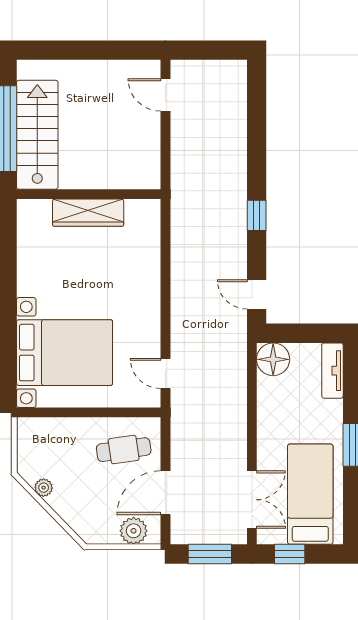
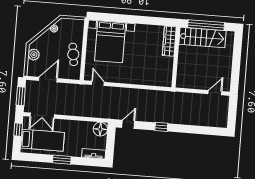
wardrobe: (88, 213) -> (169, 41), moved
door: (165, 373) -> (98, 83), hinge flipped
cafe table: (124, 450) -> (73, 54), moved
door: (165, 493) -> (48, 80), hinge flipped
plant: (134, 531) -> (34, 55), moved

